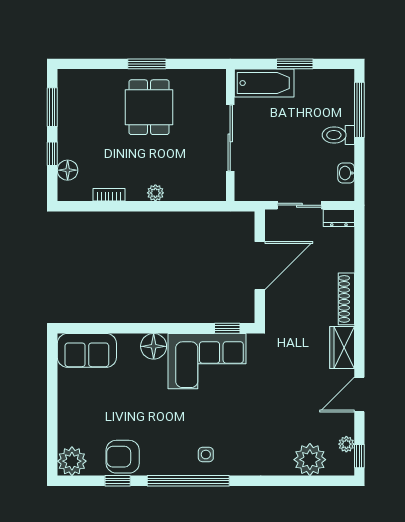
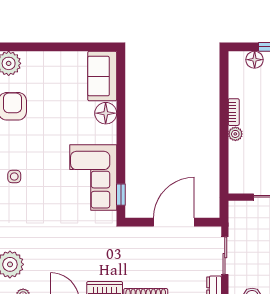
bookcase: (109, 195) -> (234, 112), moved
door: (260, 266) -> (174, 222), swing flipped
floor lamp: (154, 346) -> (106, 113), moved

